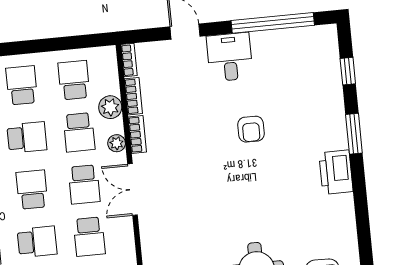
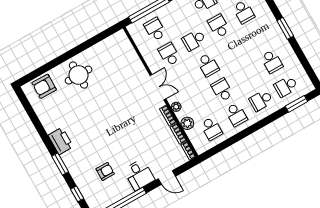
armchair: (251, 129) -> (105, 171), moved, turned 90
school desk: (79, 132) -> (197, 104), removed
school desk: (27, 137) -> (222, 90), turned 90
school desk: (84, 184) -> (183, 79), removed

